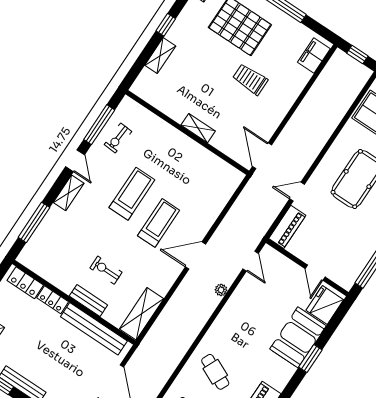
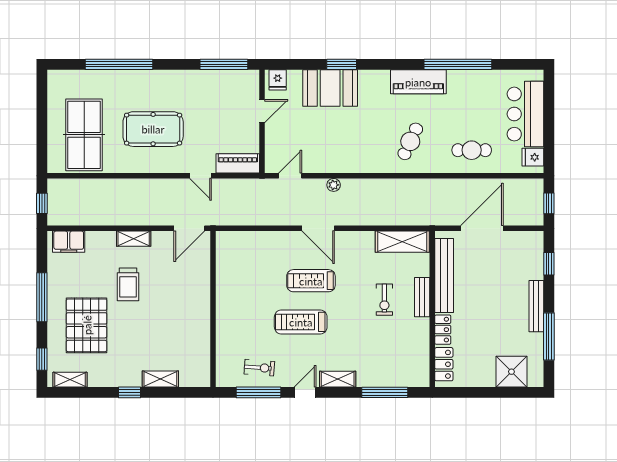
shelving: (198, 128) -> (134, 239), moved, turned 90
fridge: (325, 305) -> (278, 80), width x0.53, depth x0.75

